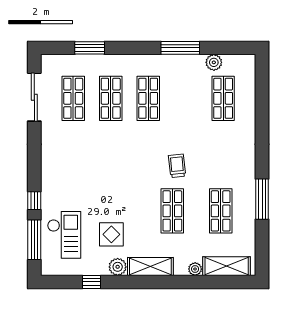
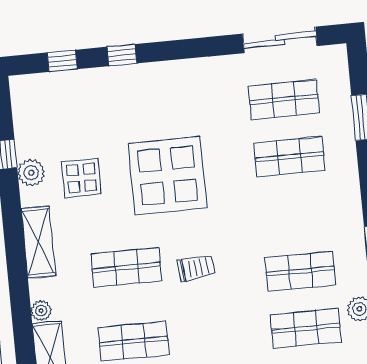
shop shelf: (148, 98) -> (300, 271), moved
display table: (115, 178) -> (168, 176), added
checkout: (64, 235) -> (74, 106), removed
window: (34, 240) -> (62, 61), width x0.46
plant: (118, 267) -> (31, 173), moved

